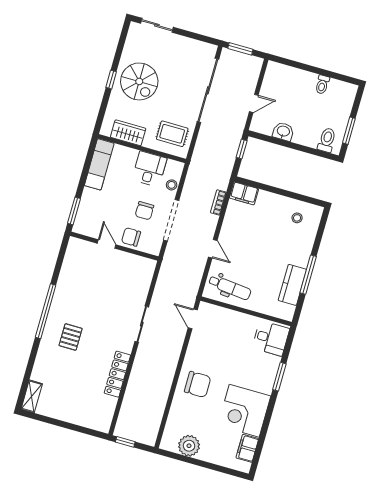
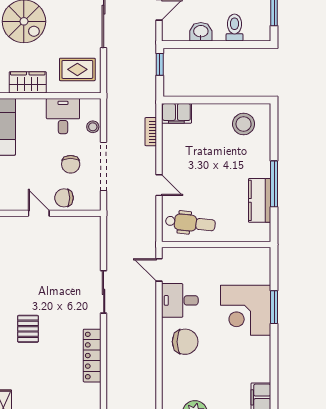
toilet: (327, 140) -> (234, 28), moved
stool: (297, 218) -> (244, 124), width x1.89, depth x1.89
desk: (271, 338) -> (180, 300), moved, turned 180
corner desk: (244, 411) -> (246, 310), moved

